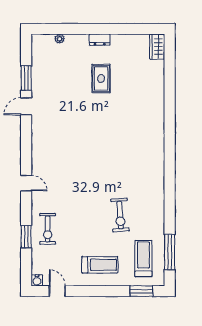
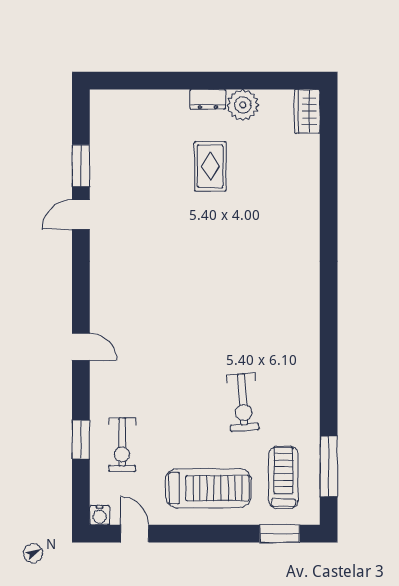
plant: (60, 39) -> (243, 105), moved, width x1.88, depth x1.88
exercise bike: (48, 229) -> (122, 445), moved
treadmill: (100, 265) -> (208, 488), width x1.37, depth x1.38

